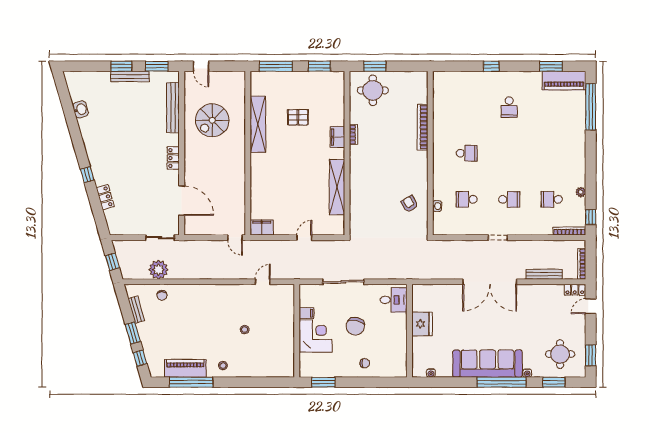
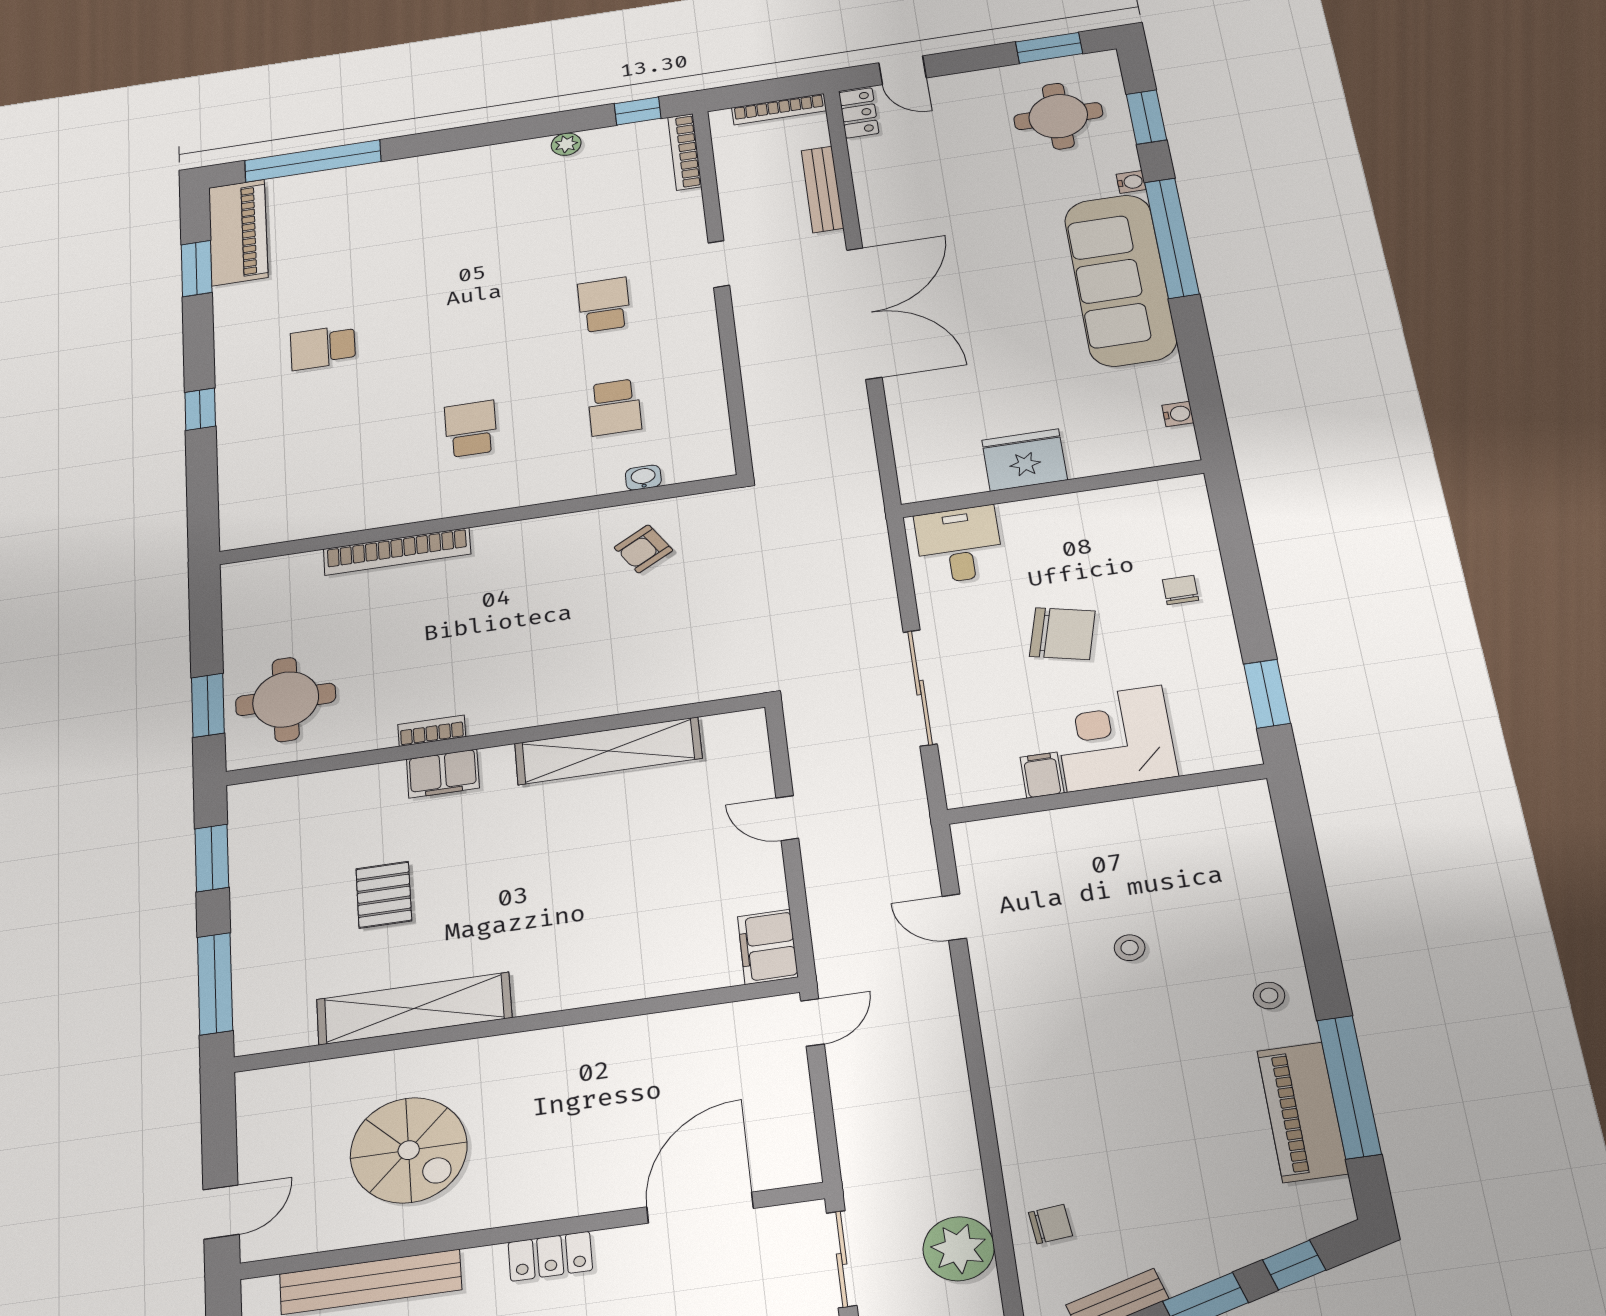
school desk: (509, 107) -> (323, 347), turned 180
school desk: (552, 199) -> (594, 206), removed
doorway: (498, 238) -> (719, 264), moved

